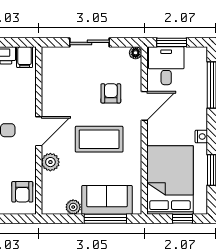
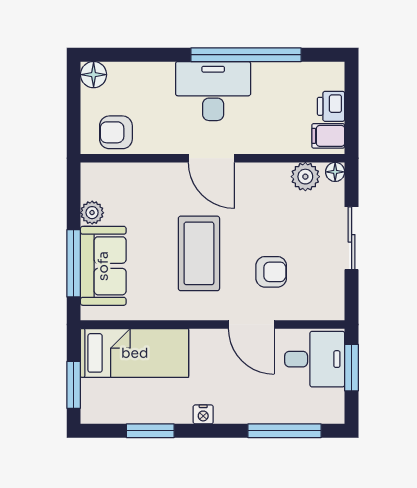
floor lamp: (136, 53) -> (335, 172), moved
plant: (50, 162) -> (305, 177), moved
bed: (170, 180) -> (135, 353), width x0.67
window: (183, 219) -> (74, 385), width x1.50

